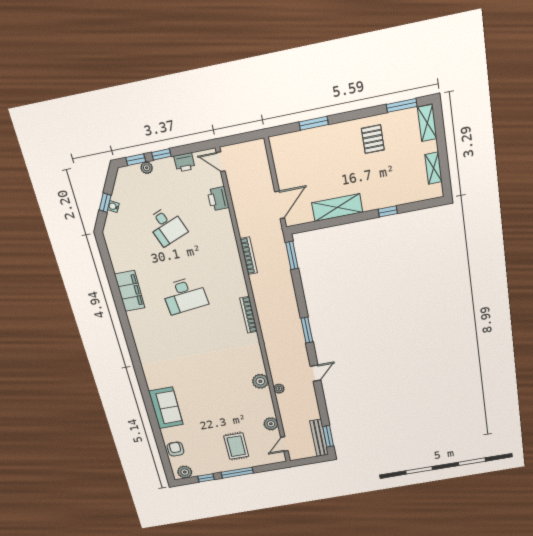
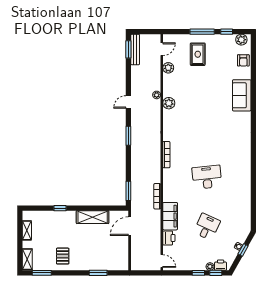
printer: (184, 162) -> (221, 265), moved
desk: (167, 226) -> (207, 227), turned 45
filing cabinet: (130, 291) -> (170, 216), moved, turned 180

